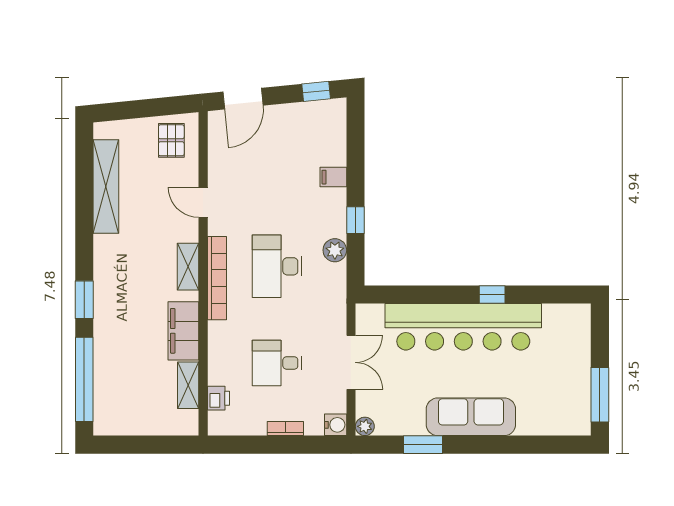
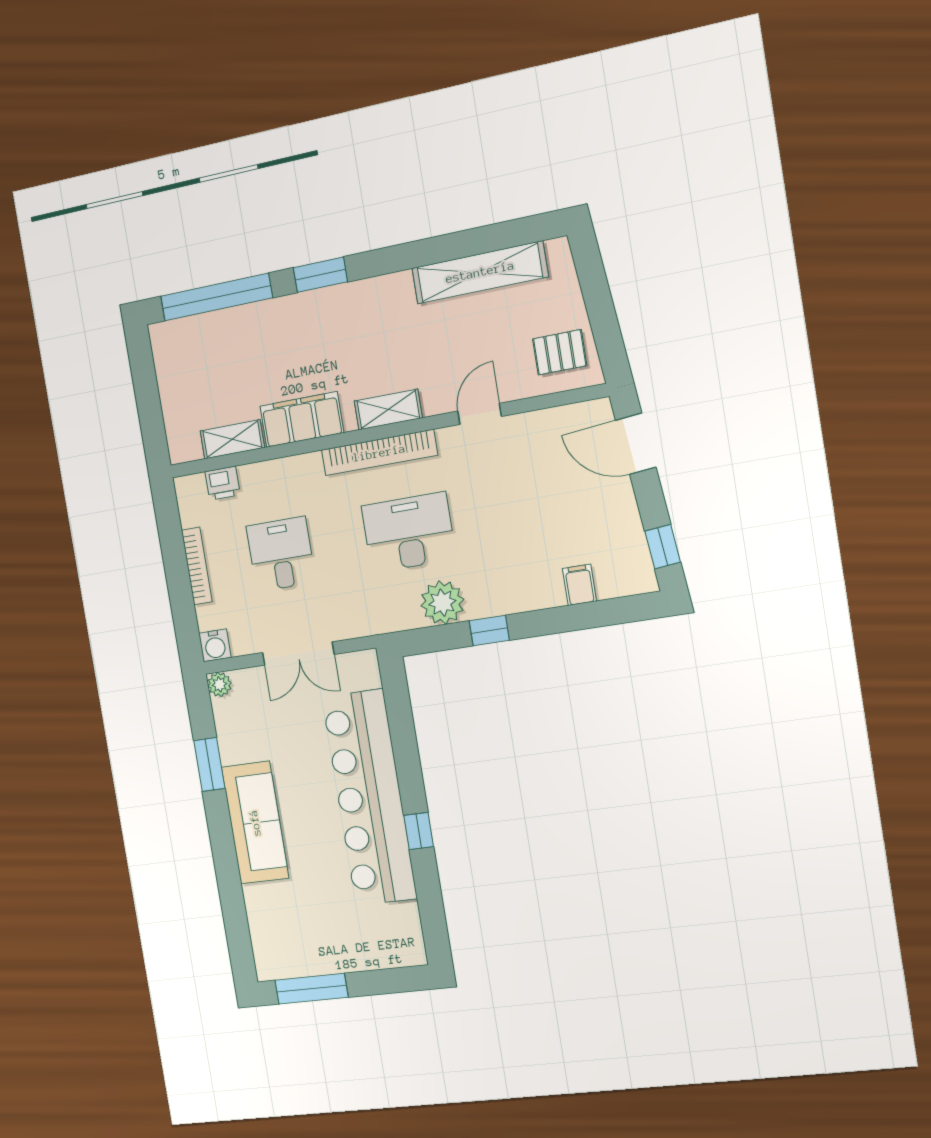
filing cabinet: (333, 177) -> (579, 585), moved
plant: (335, 250) -> (442, 603), width x1.36, depth x1.36
bookcase: (285, 429) -> (197, 566), width x1.56

